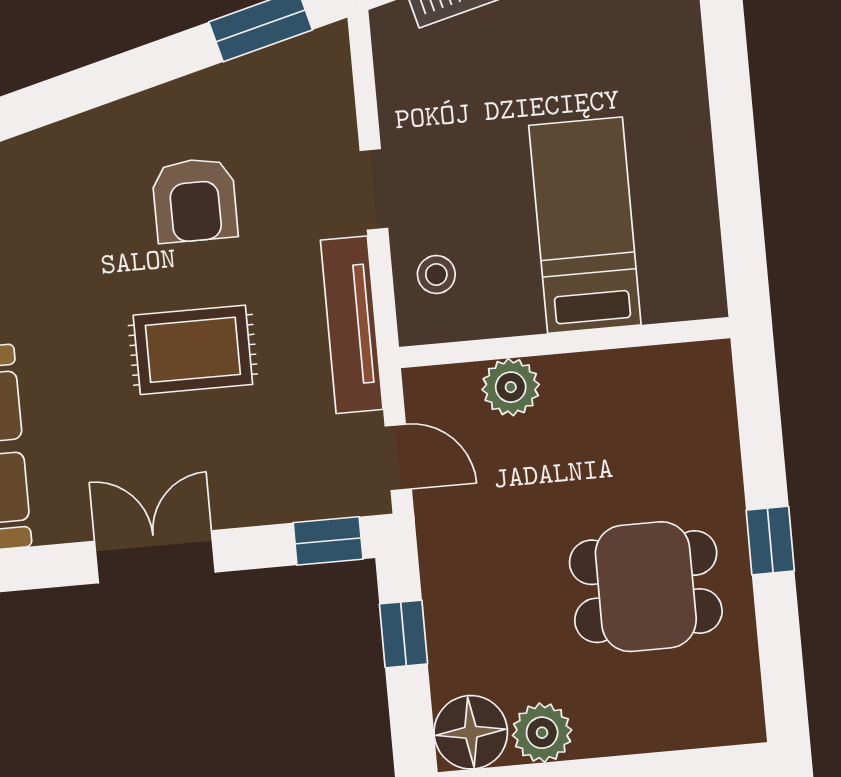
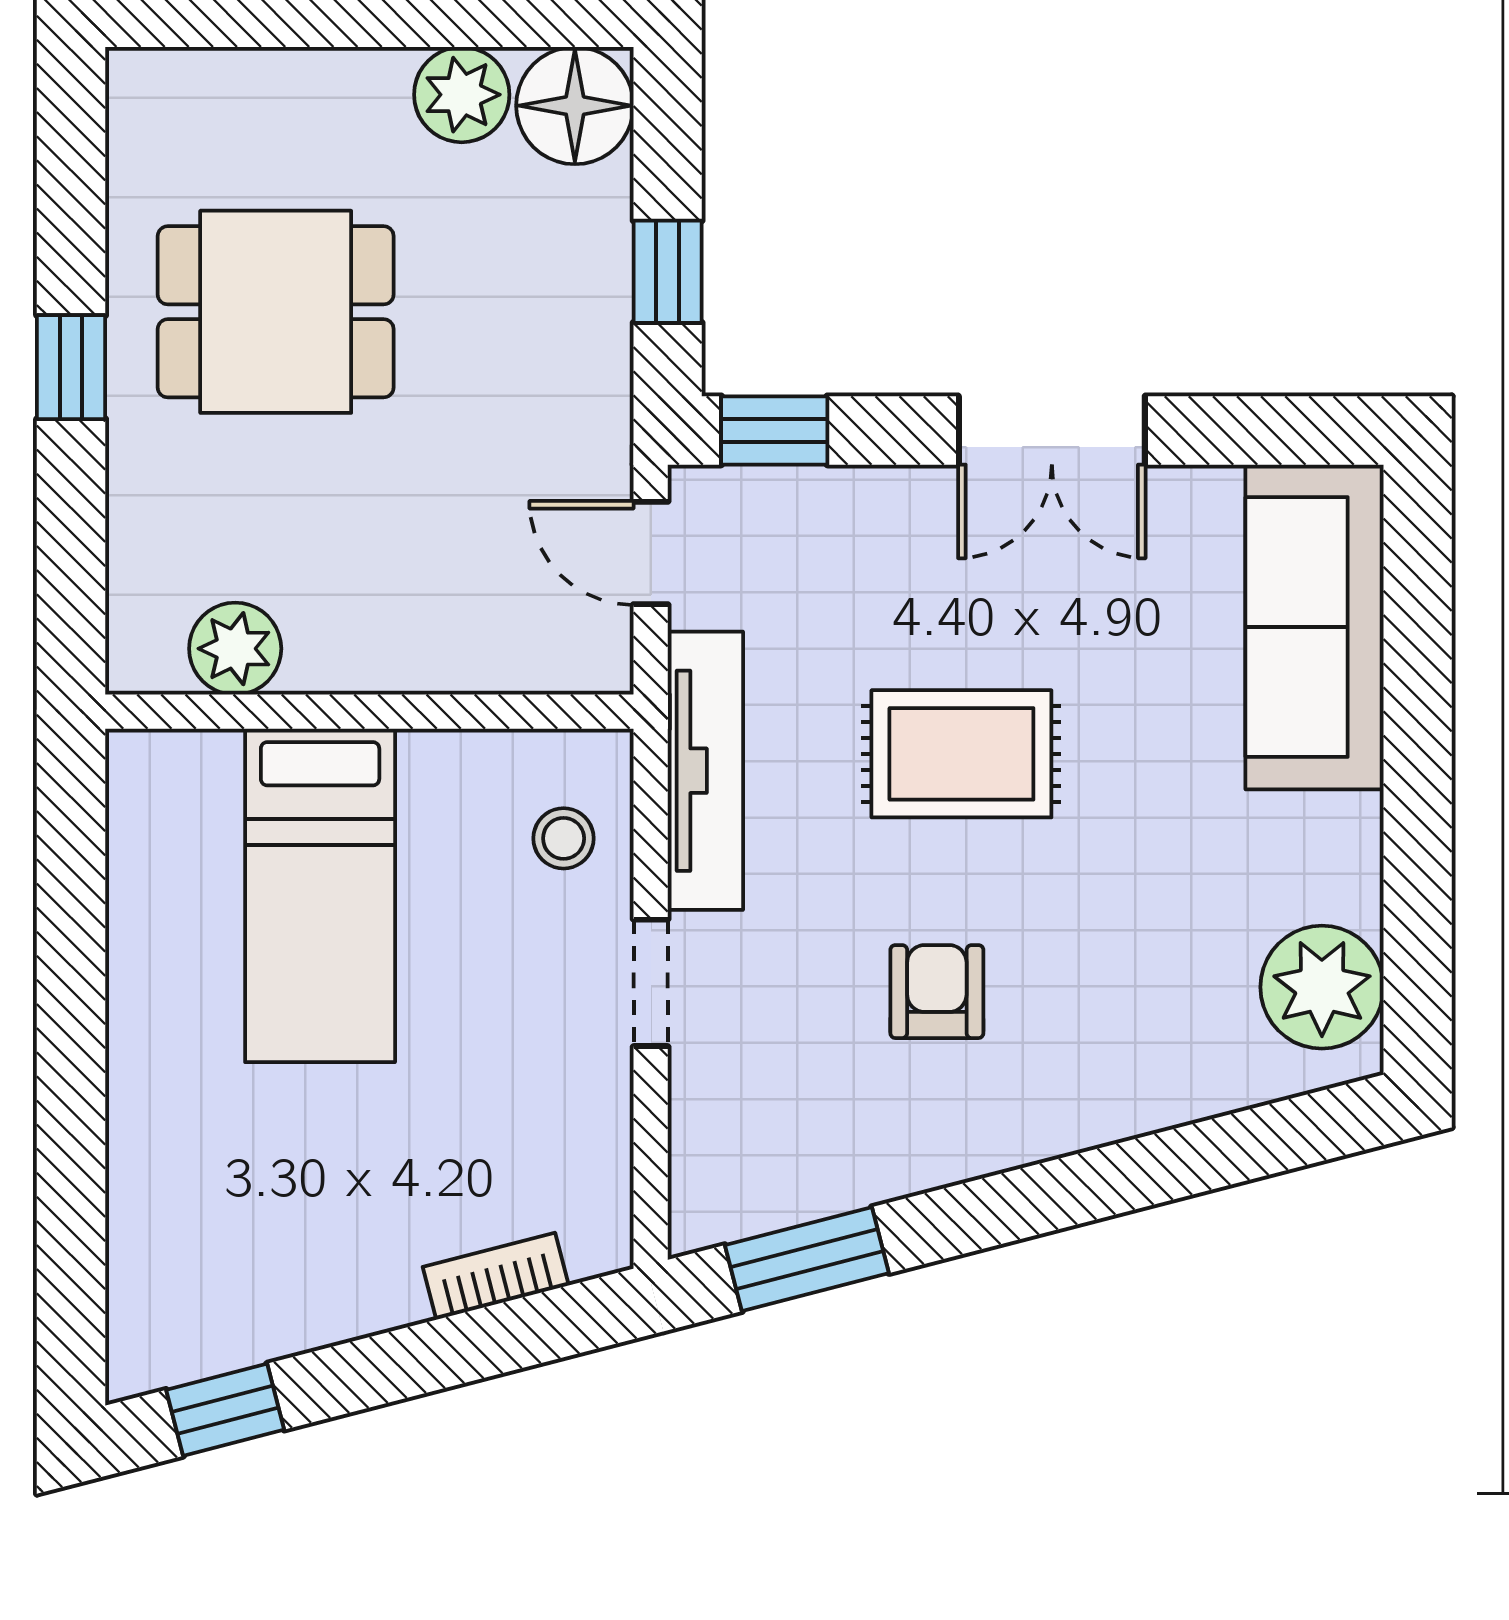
armchair: (195, 200) -> (937, 992), width x0.72, depth x0.72
plant: (511, 387) -> (235, 649), moved

